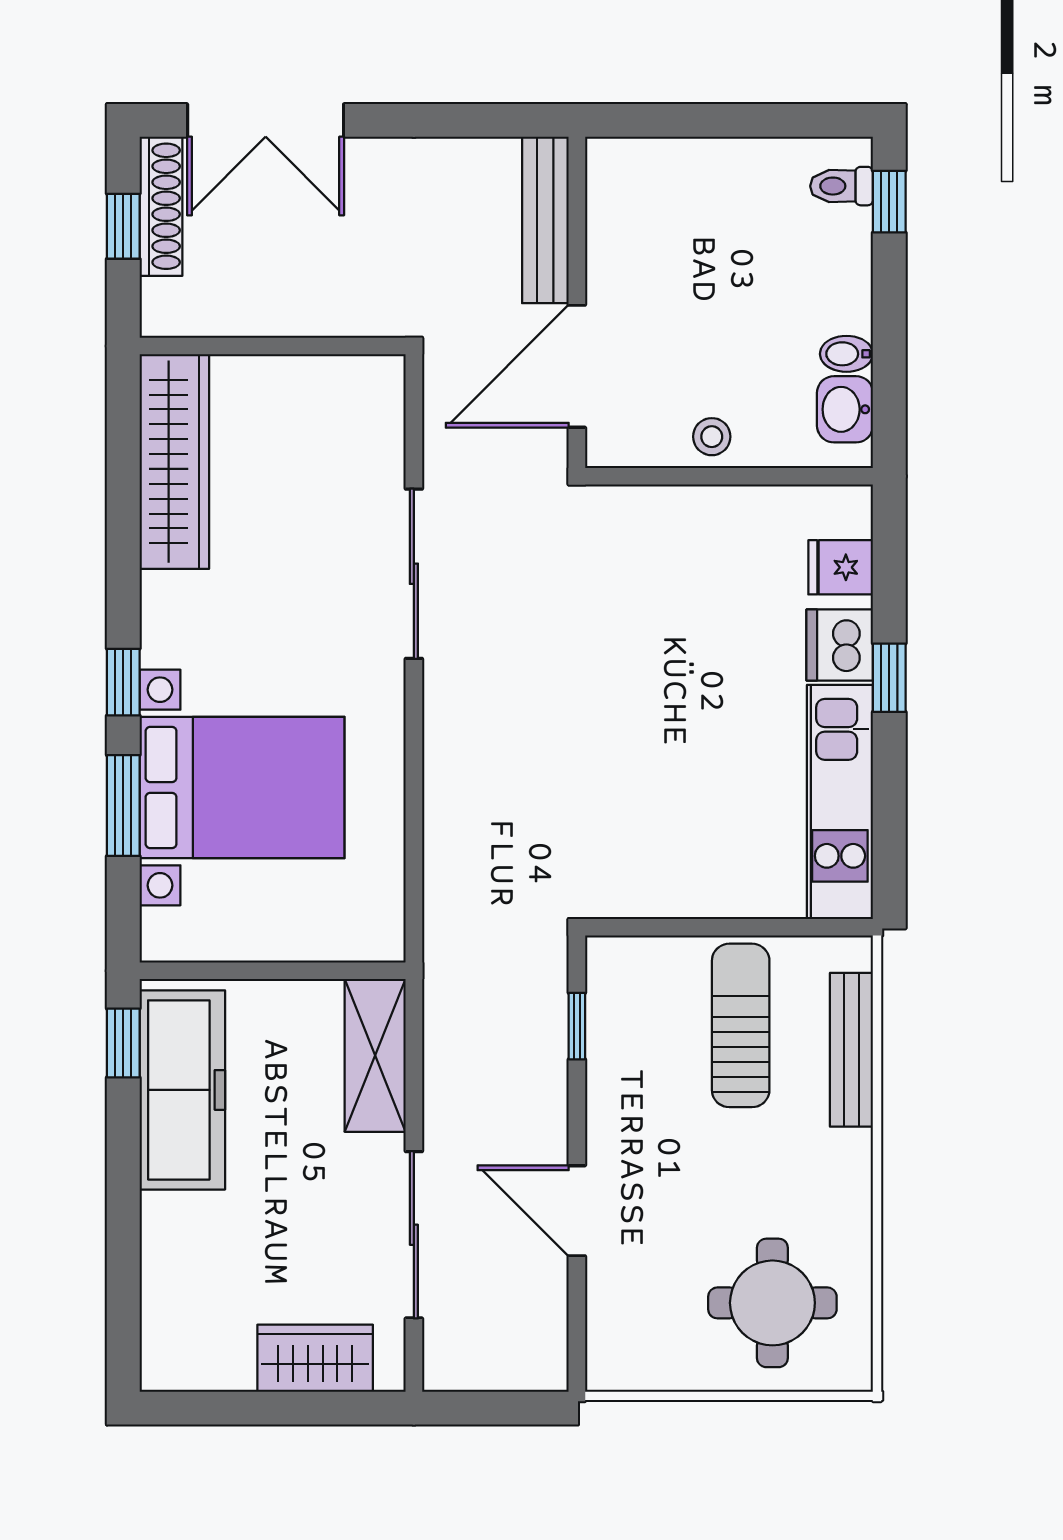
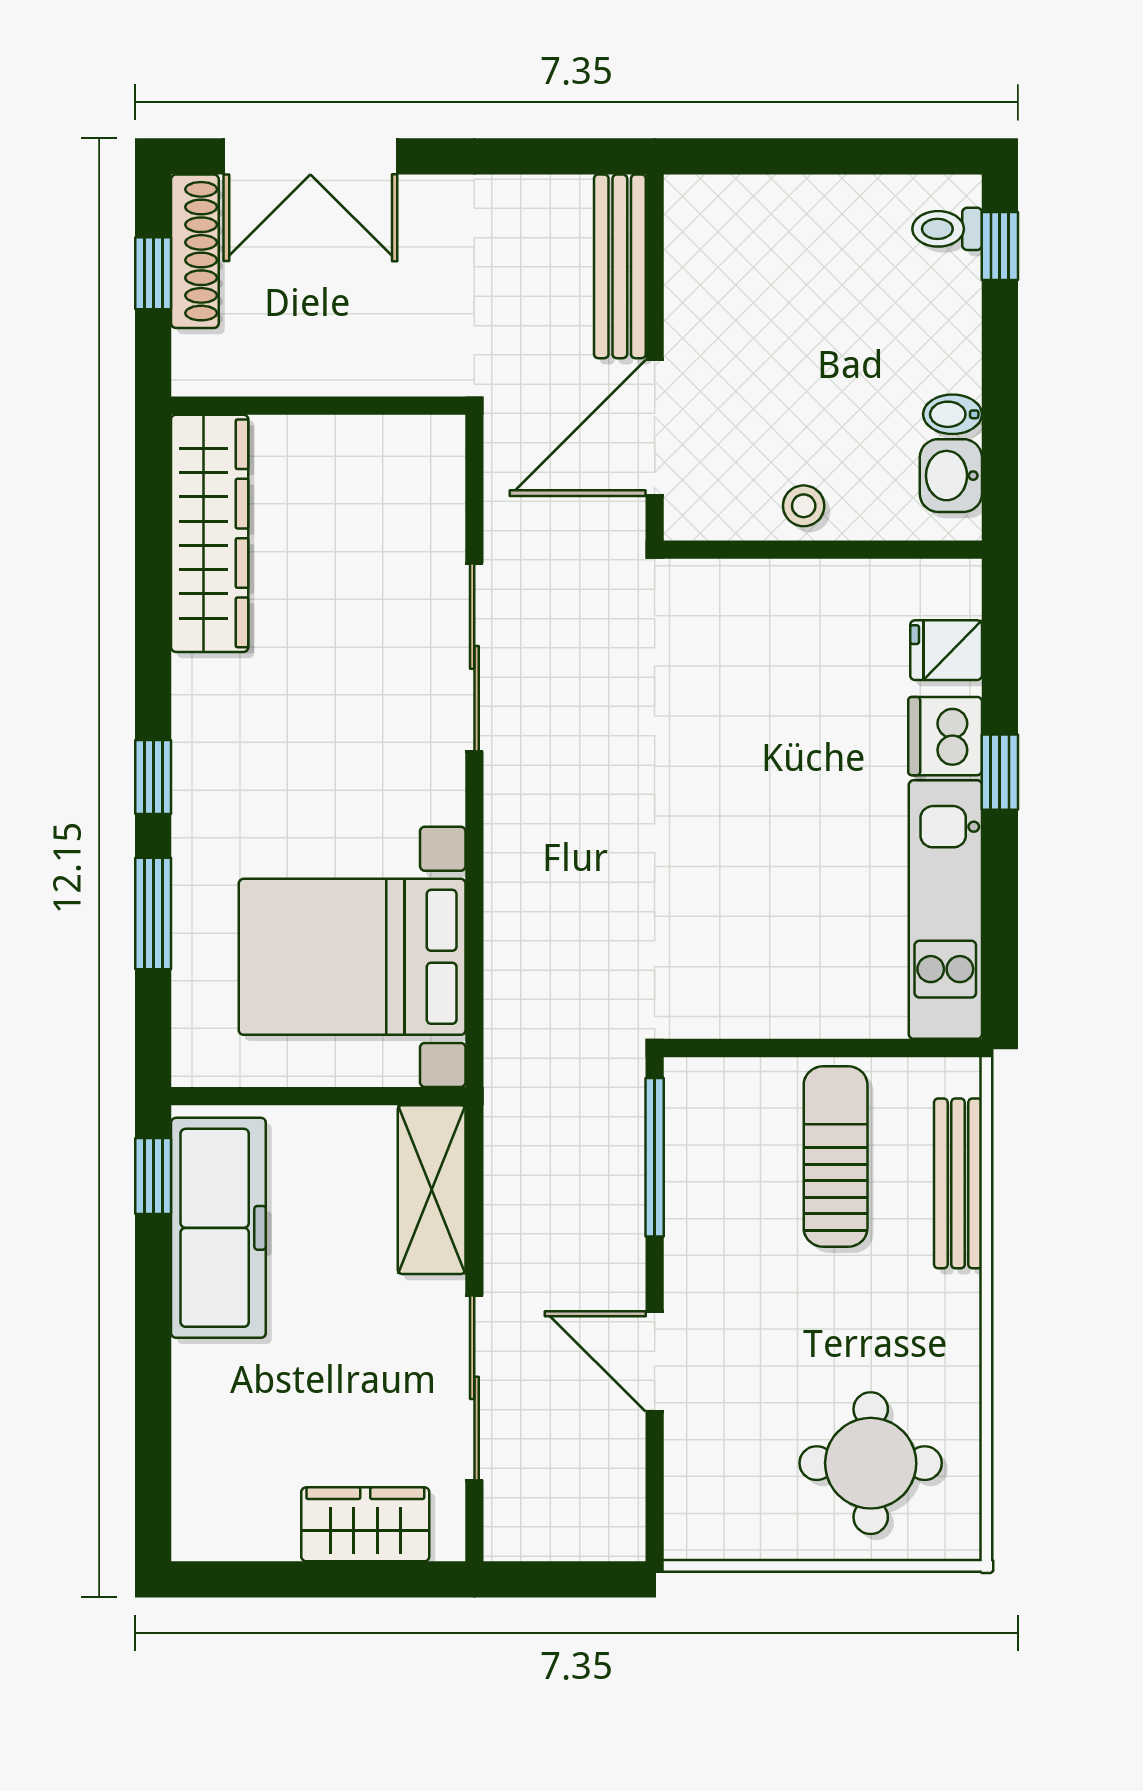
bed with nightstands: (242, 788) -> (352, 957), moved, turned 180
window: (577, 1026) -> (655, 1157), width x2.17

